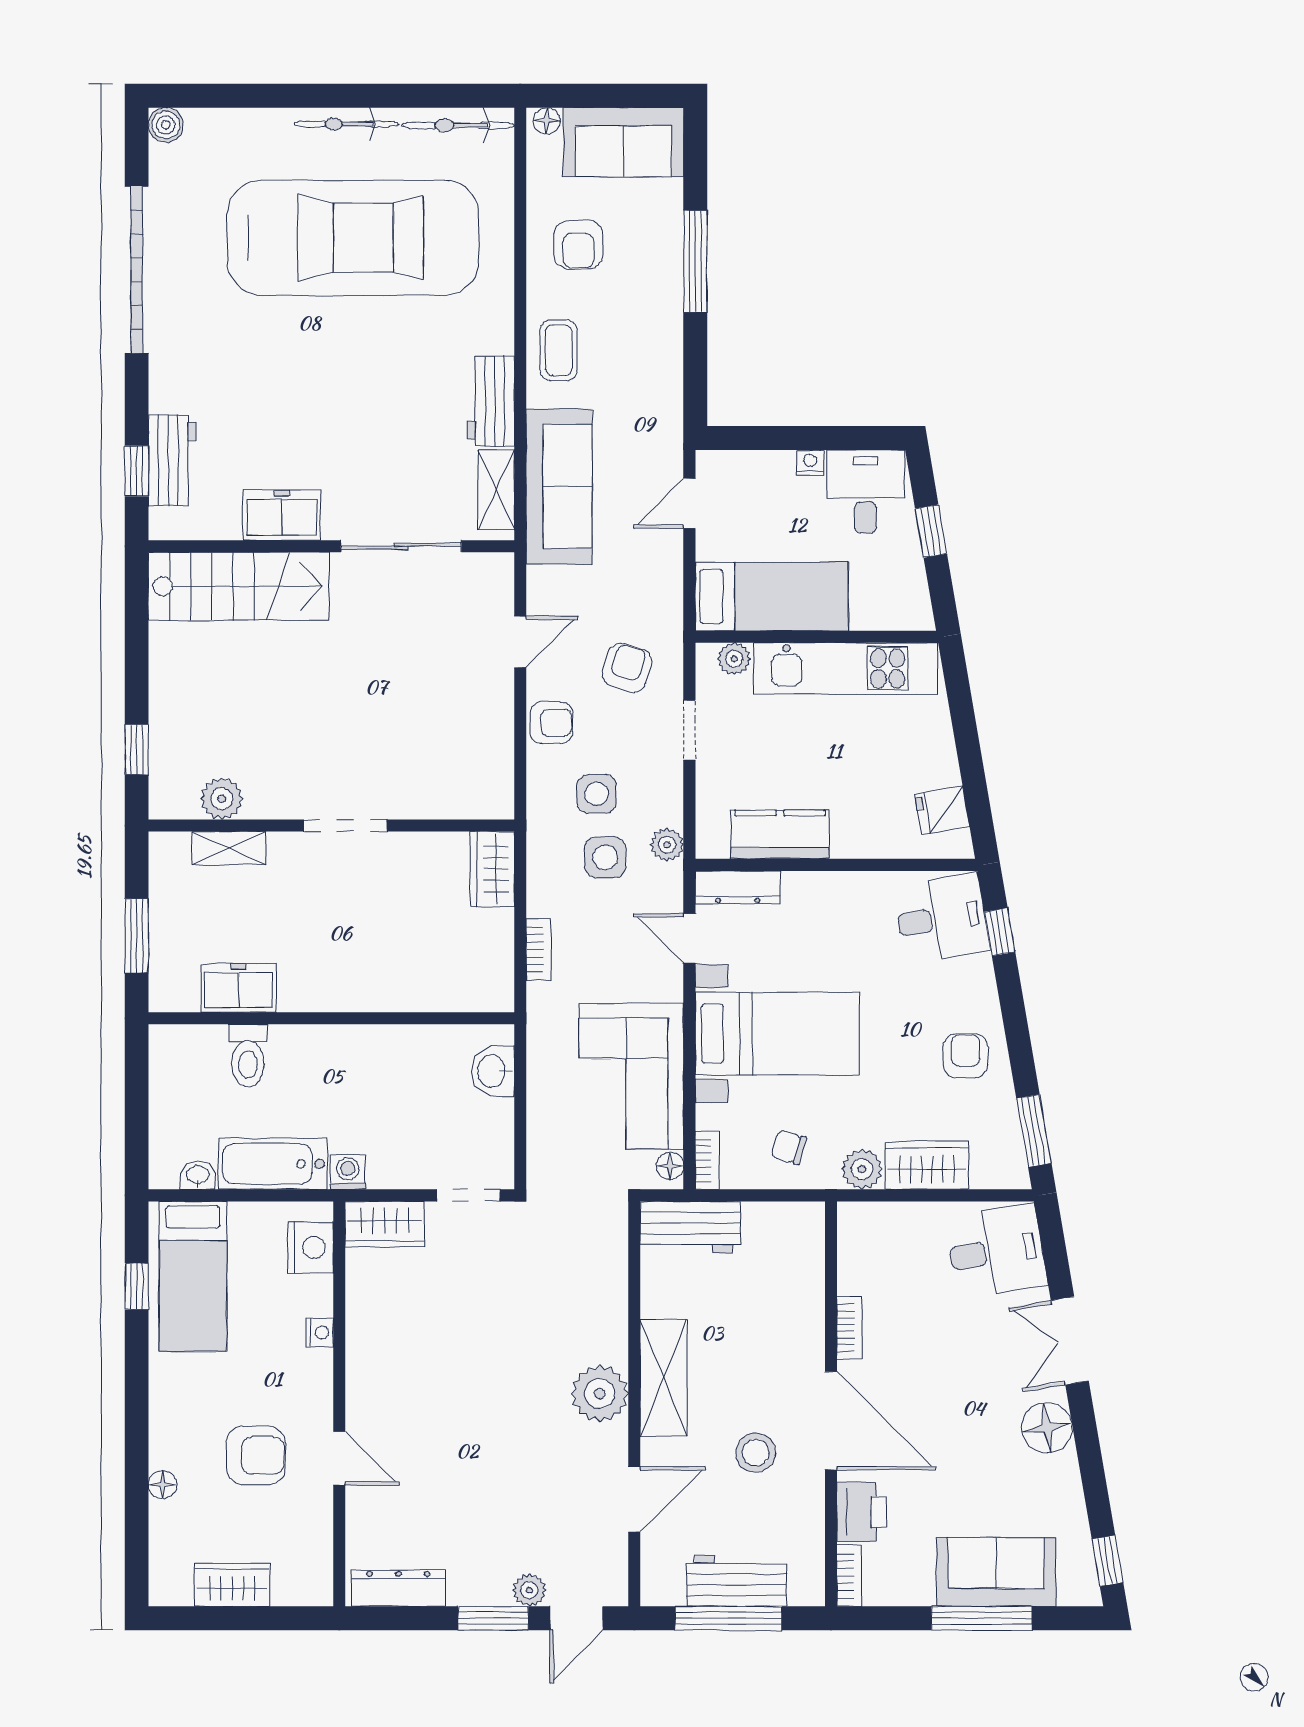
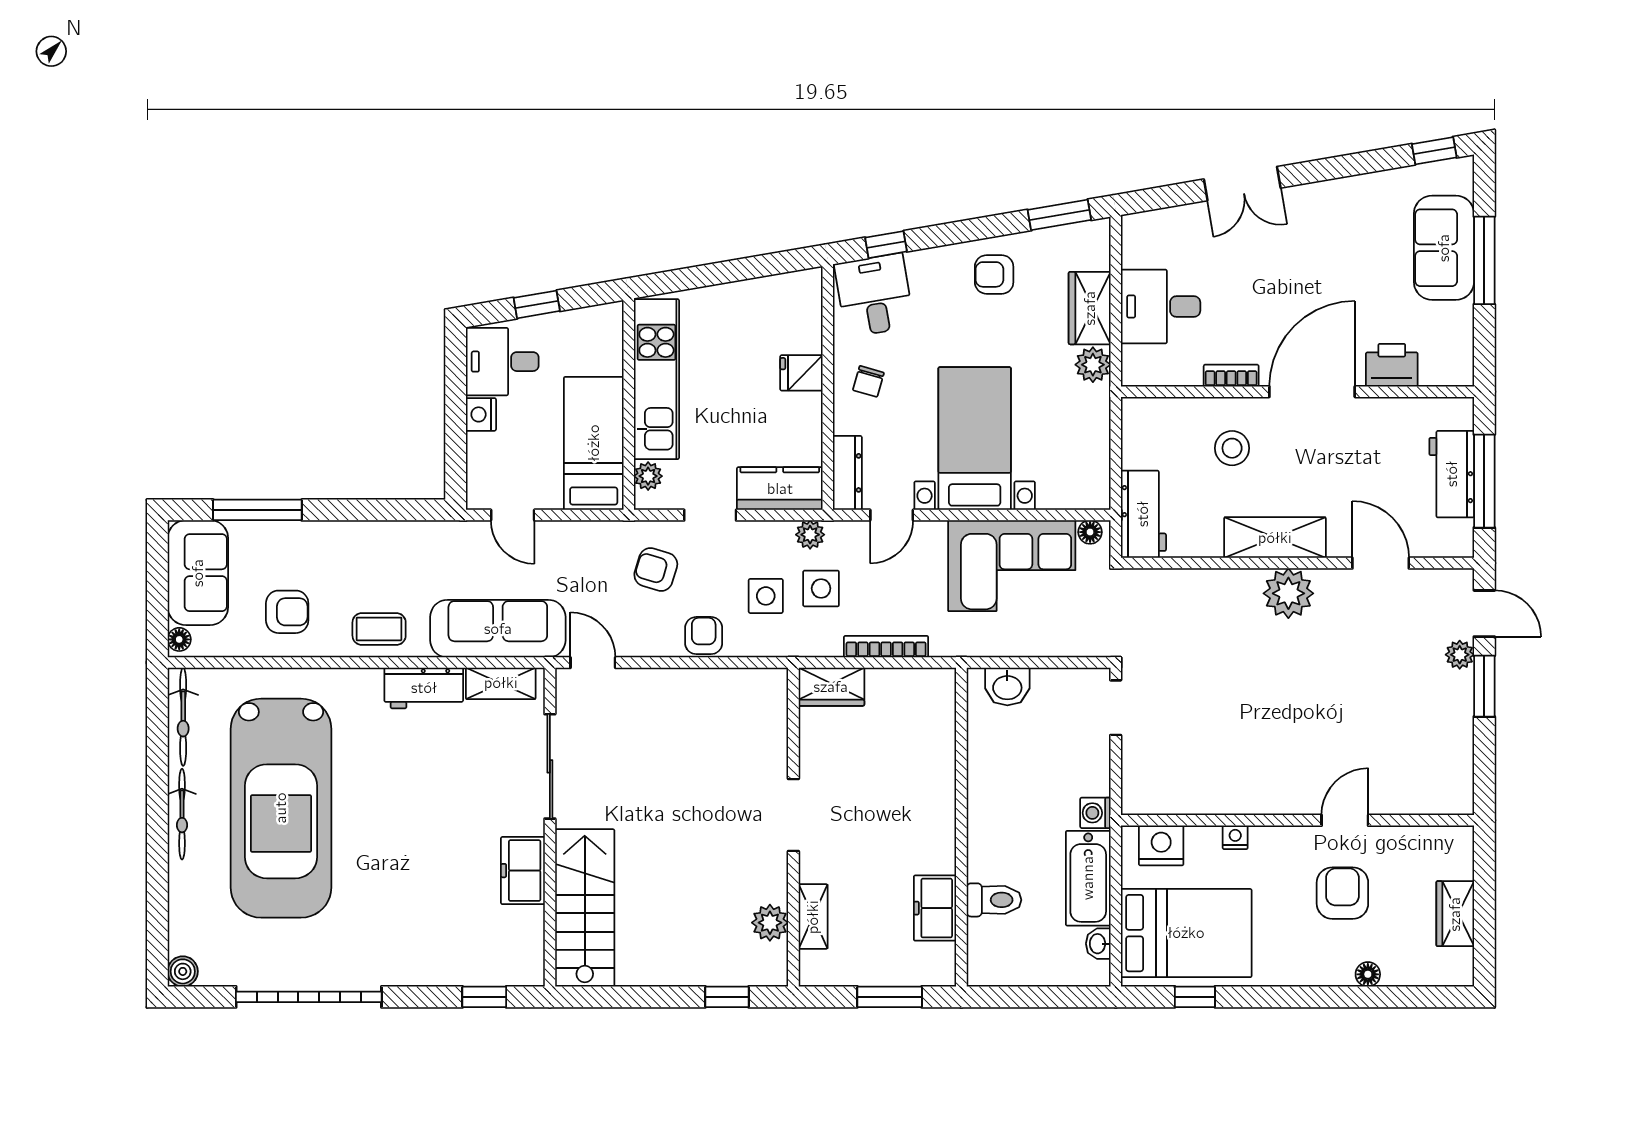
car: (353, 238) -> (281, 808), turned 180
window: (695, 261) -> (257, 510), moved
workbench: (172, 460) -> (475, 966), removed
nightstand: (810, 463) -> (481, 414), width x1.39, depth x1.35
door: (520, 642) -> (593, 663), moved
fridge: (942, 810) -> (801, 373), moved, turned 100
kitchen counter: (780, 834) -> (780, 489), moved, turned 90
bookcase: (539, 949) -> (886, 647), width x1.56
chair: (789, 1147) -> (868, 381), moved
bookcase: (707, 1160) -> (1085, 500), removed
wardrobe: (385, 1224) -> (1141, 781), removed
desk: (996, 1252) -> (1161, 307), moved, turned -80
bed: (193, 1276) -> (1186, 933), width x1.50
floor lamp: (1047, 1428) -> (1318, 203), removed
stool: (756, 1453) -> (1232, 448), moved
bookcase: (849, 1576) -> (1447, 376), removed
dresser: (398, 1588) -> (1458, 769), removed

